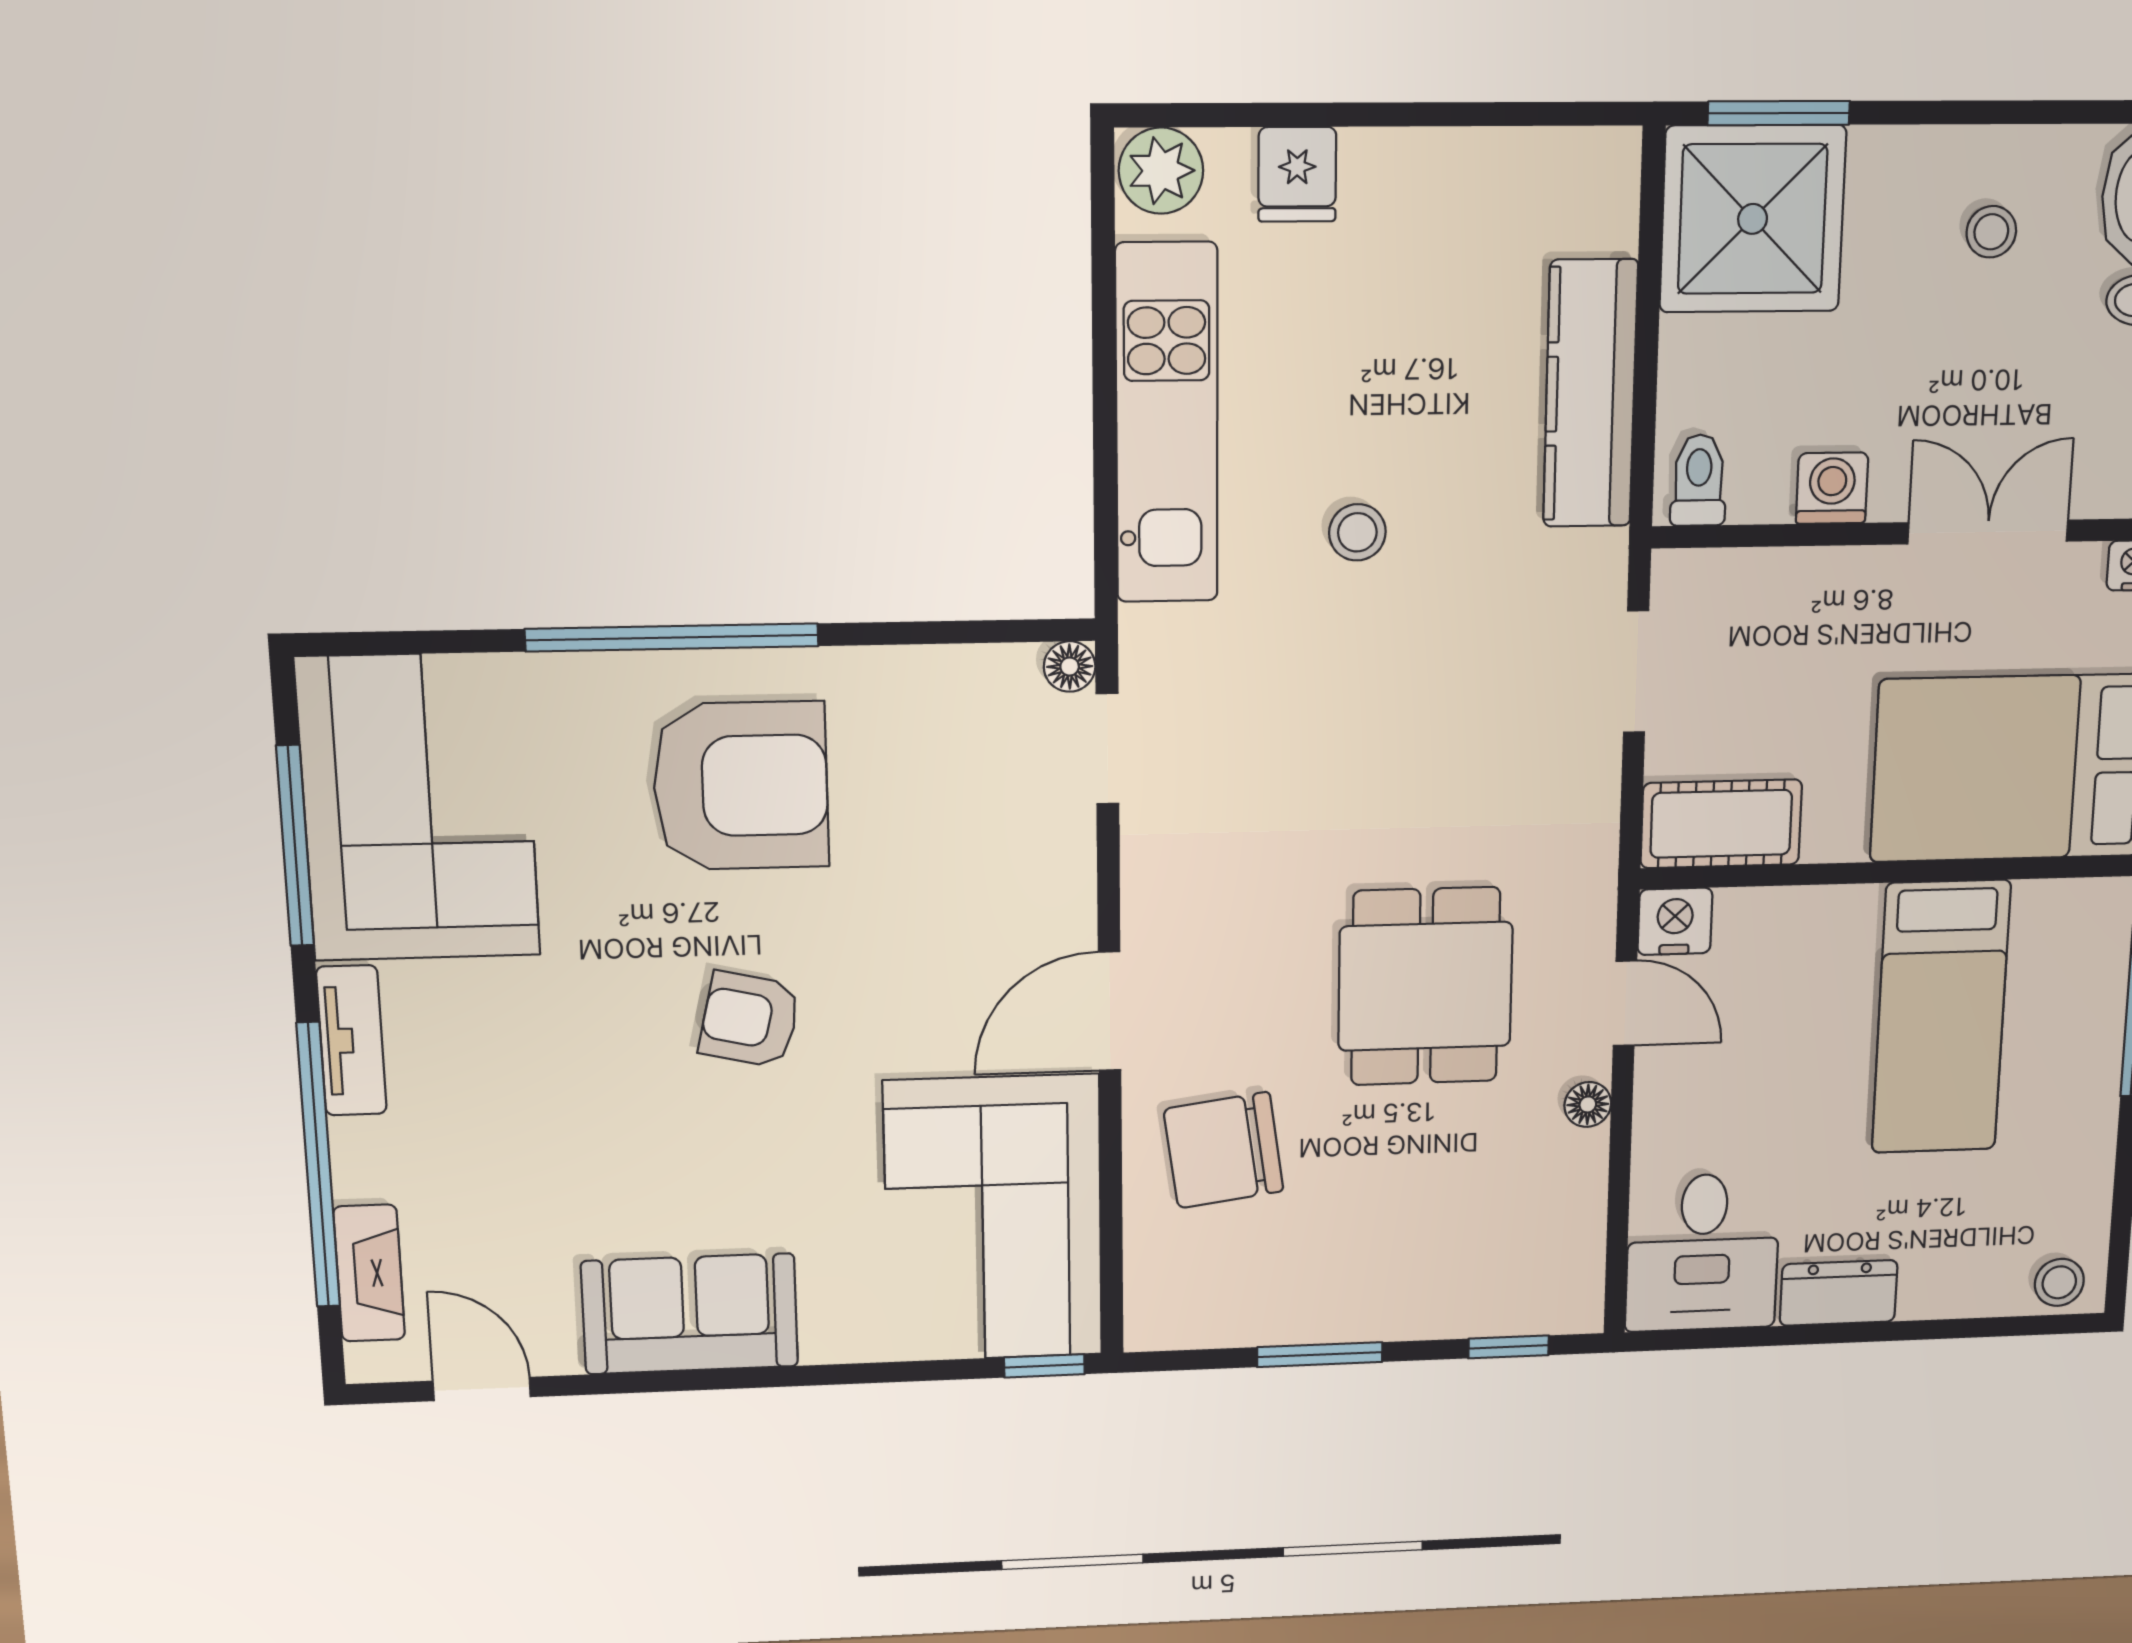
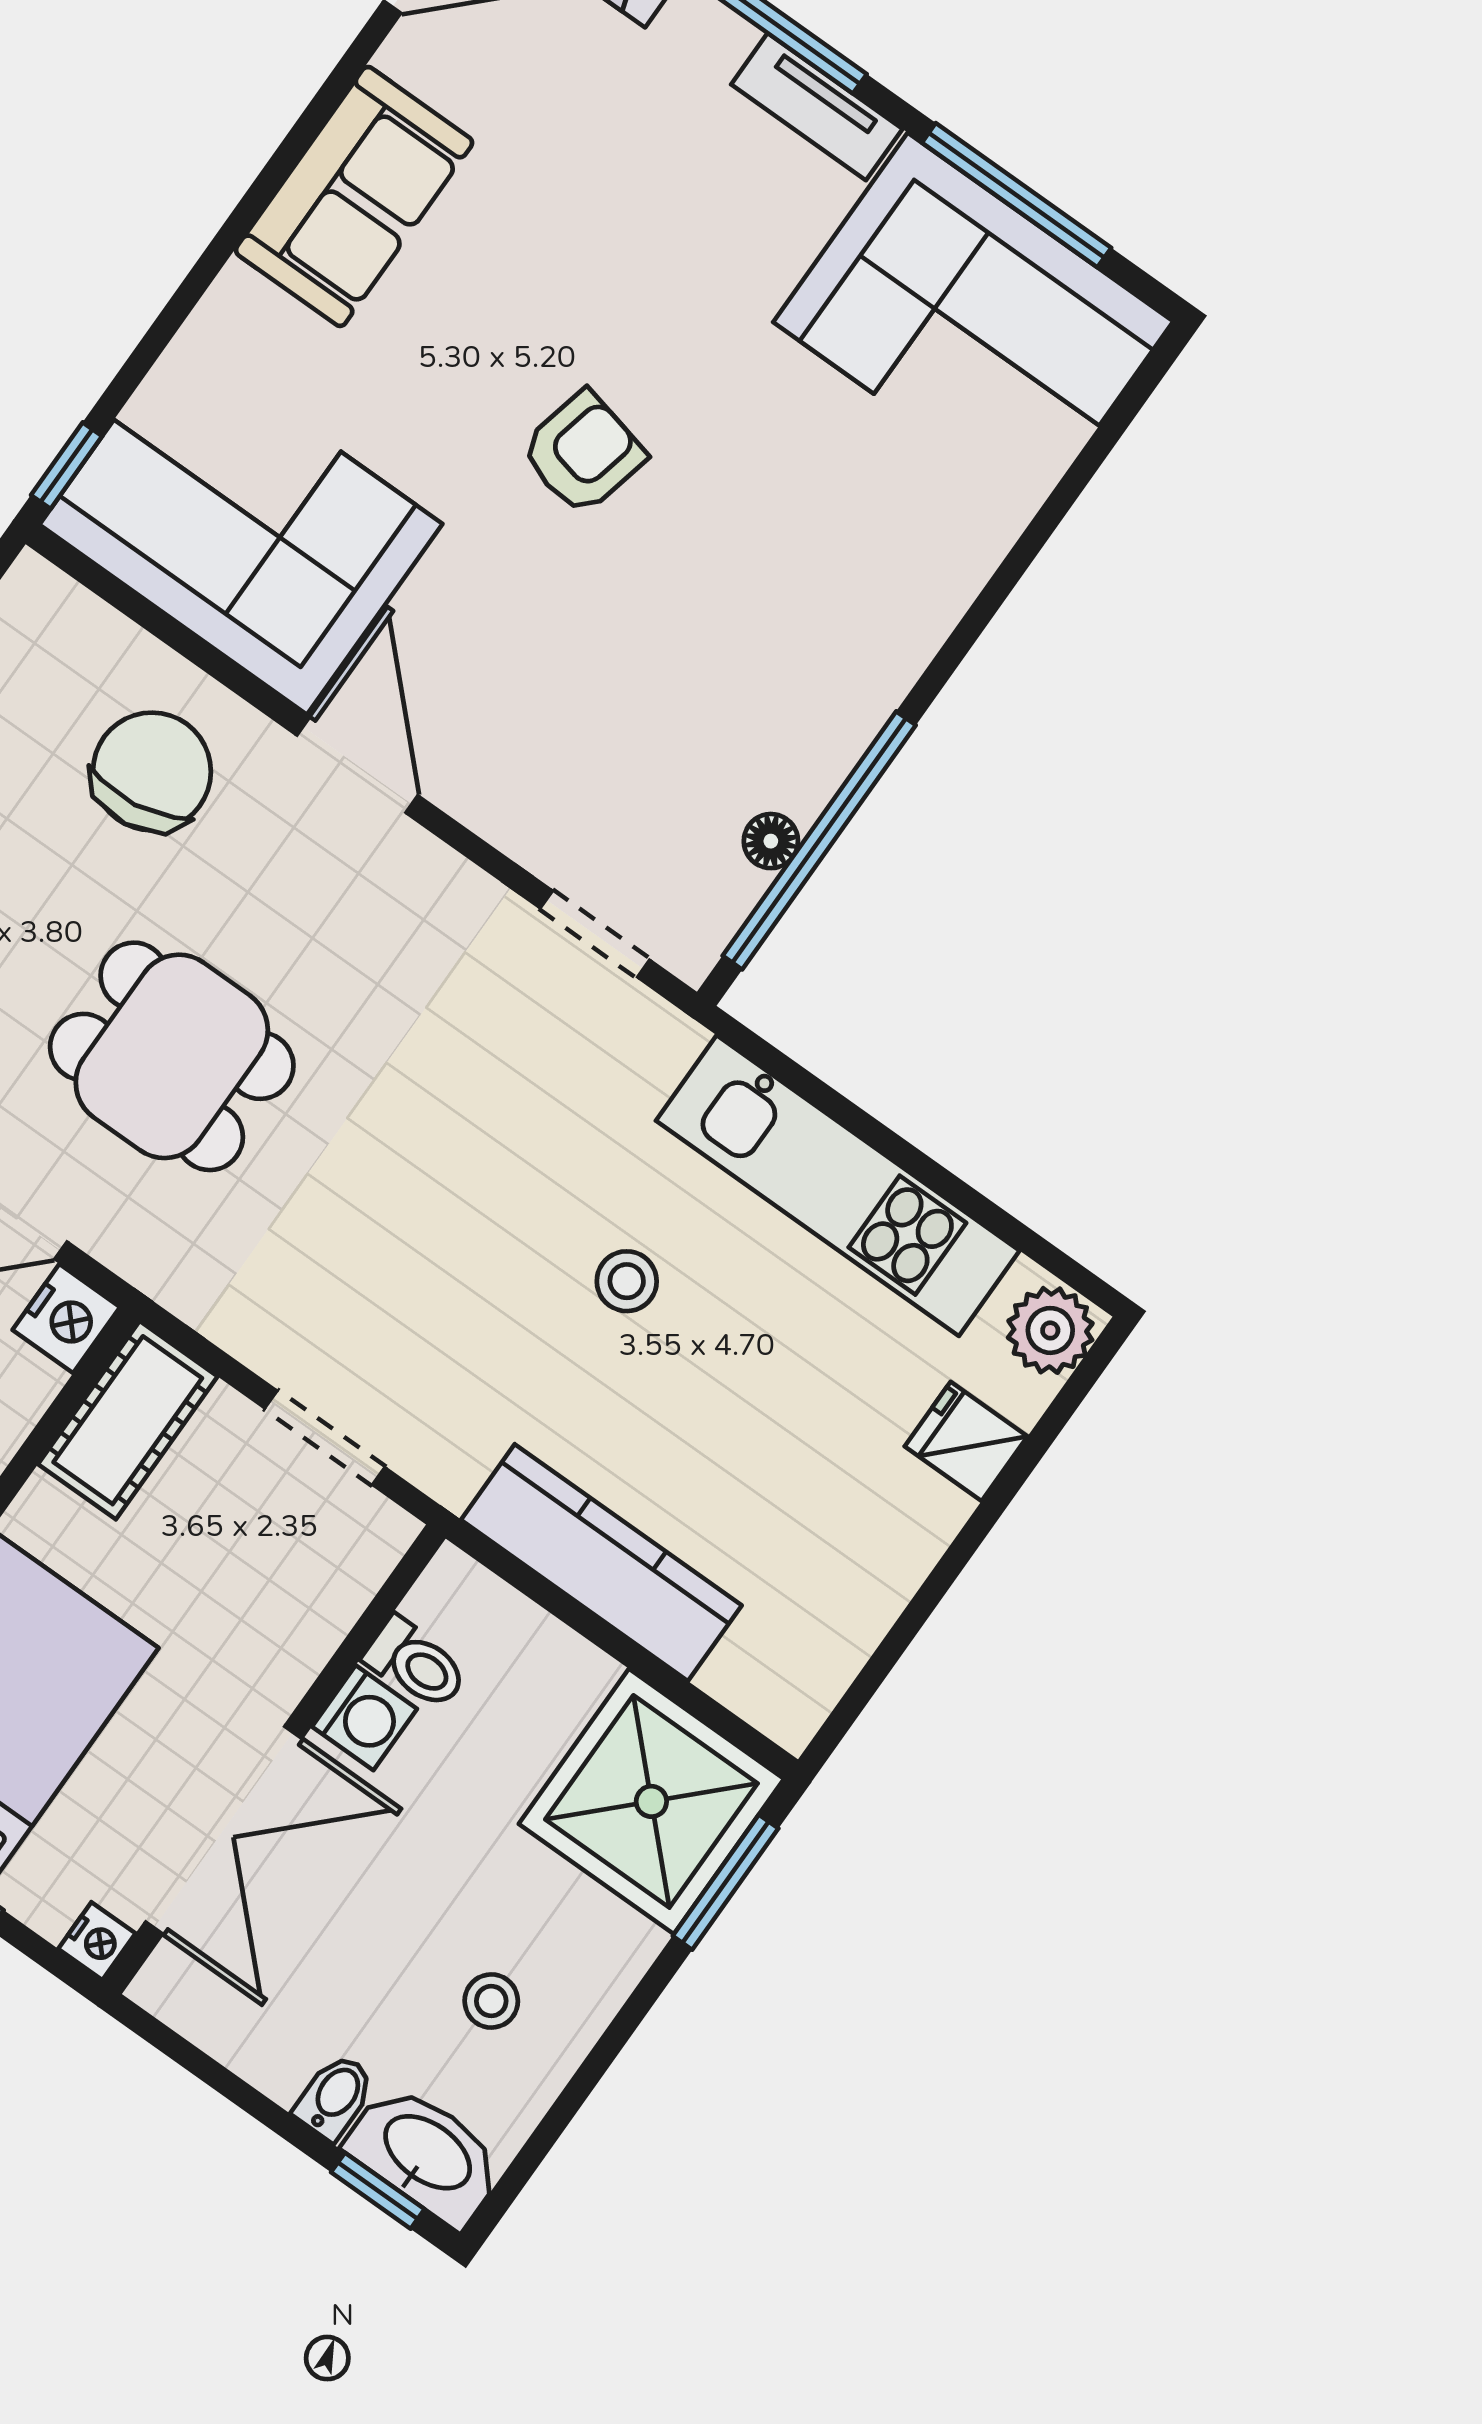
toilet: (1699, 480) -> (416, 1664), moved
double door: (1988, 532) -> (224, 1830), width x1.37
window: (672, 638) -> (819, 840), moved
floor lamp: (1070, 667) -> (771, 841), moved
armchair: (741, 786) -> (793, 602), removed

